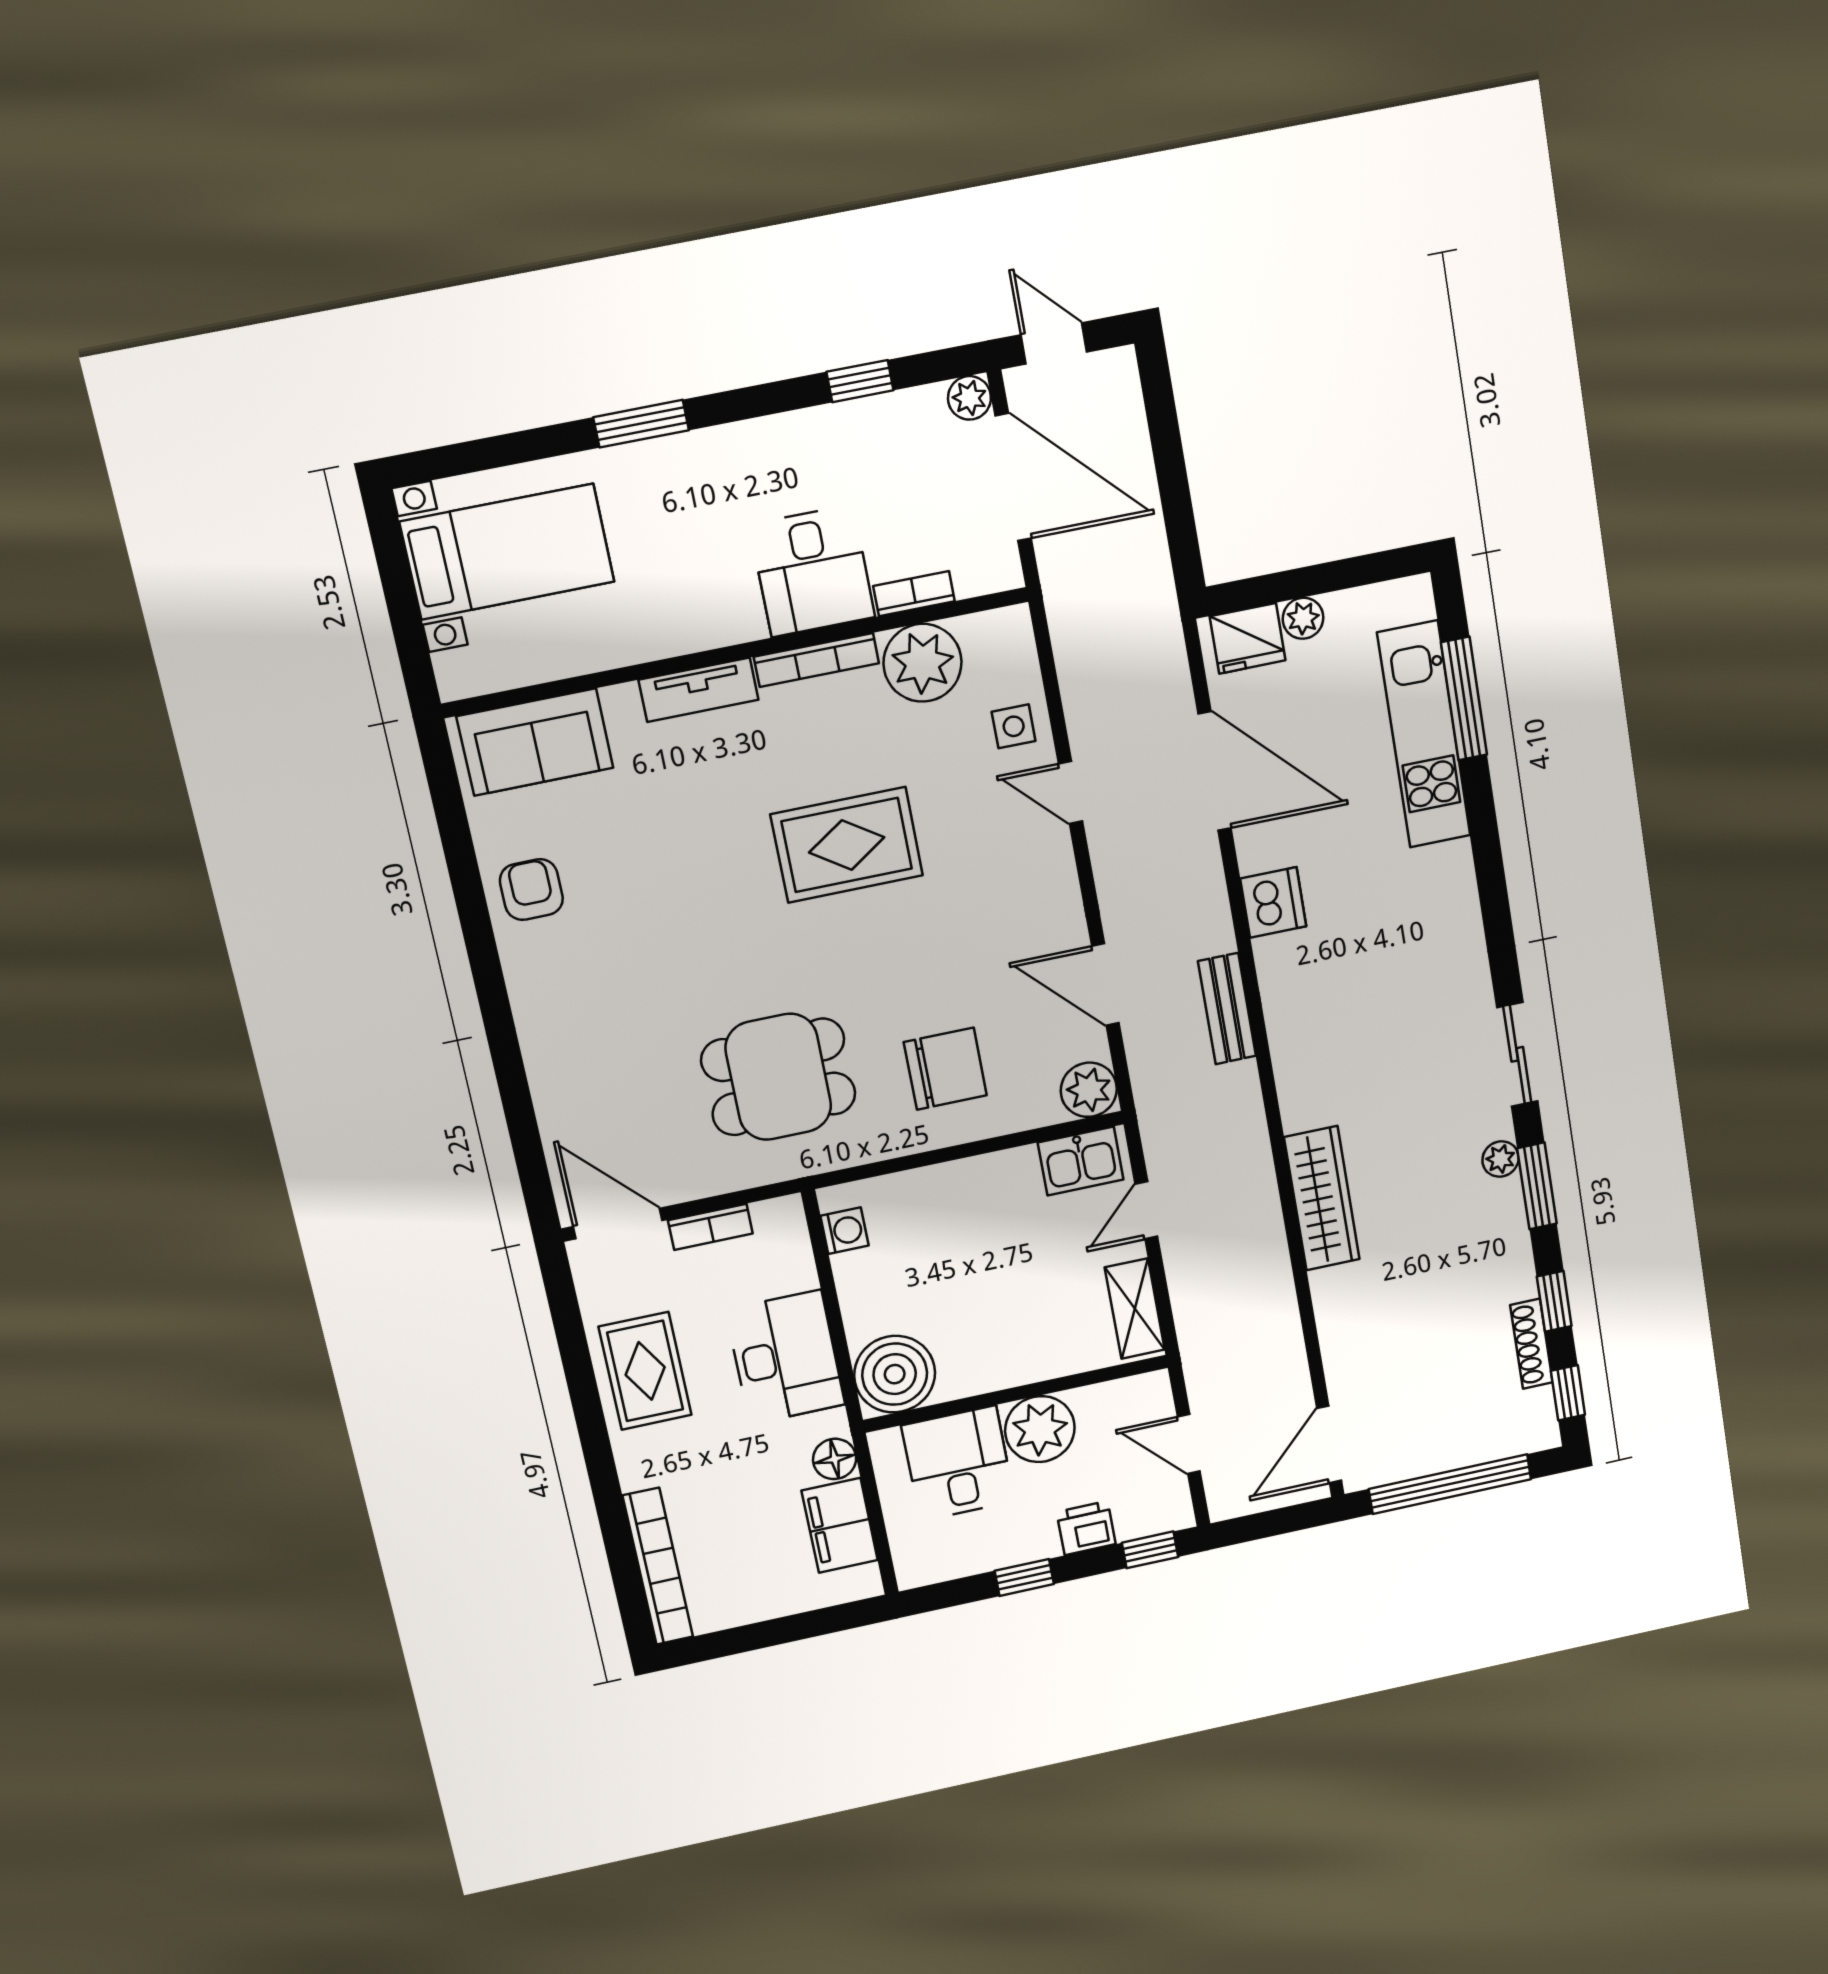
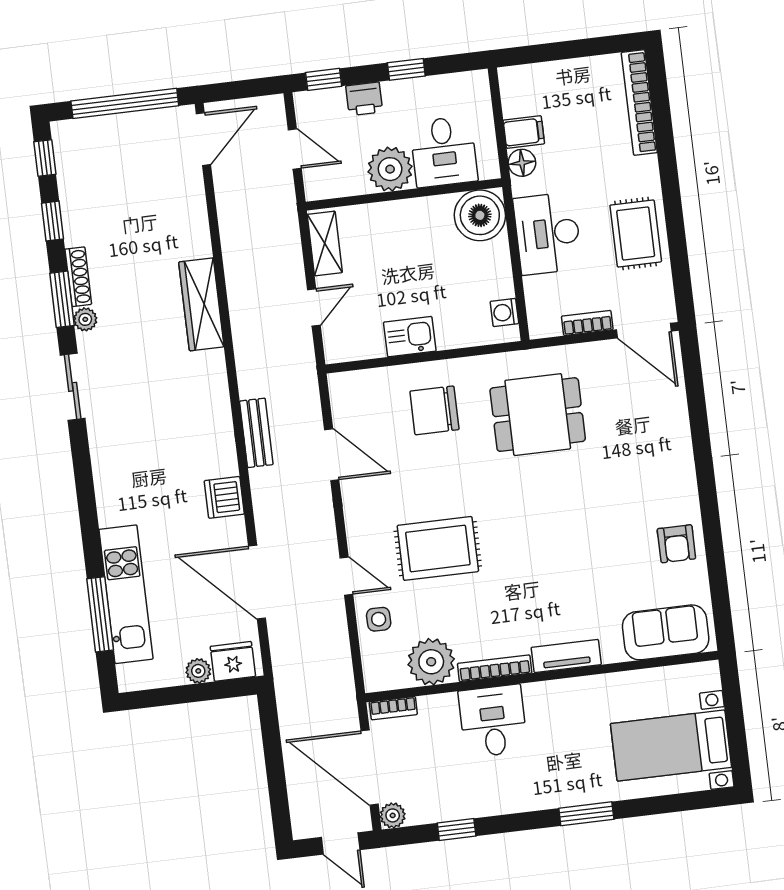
bookcase: (914, 594) -> (393, 708), moved
rug: (847, 845) -> (438, 548), moved
plant: (1089, 1090) -> (346, 389), removed
kitchen sink: (1081, 1161) -> (410, 337), moved
shoe rack: (1531, 1344) -> (78, 277), moved
filing cabinet: (840, 1525) -> (524, 132), width x0.50

